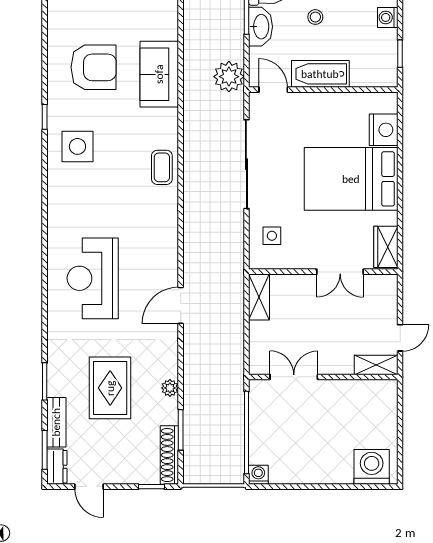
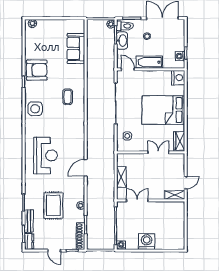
washing machine: (388, 17) -> (180, 56), moved
armchair: (94, 67) -> (37, 70), moved
sofa: (159, 74) -> (76, 49), moved
plant: (229, 77) -> (108, 63), removed
nightstand: (384, 130) -> (178, 78), moved
side table: (77, 146) -> (35, 109), moved
coffee table: (162, 167) -> (68, 97), moved
double door: (340, 272) -> (158, 152), swing flipped
reception desk: (93, 278) -> (45, 155), turned 180
shelving: (259, 297) -> (121, 177), moved
washing machine: (372, 467) -> (147, 241), moved
door: (89, 487) -> (54, 251), moved

